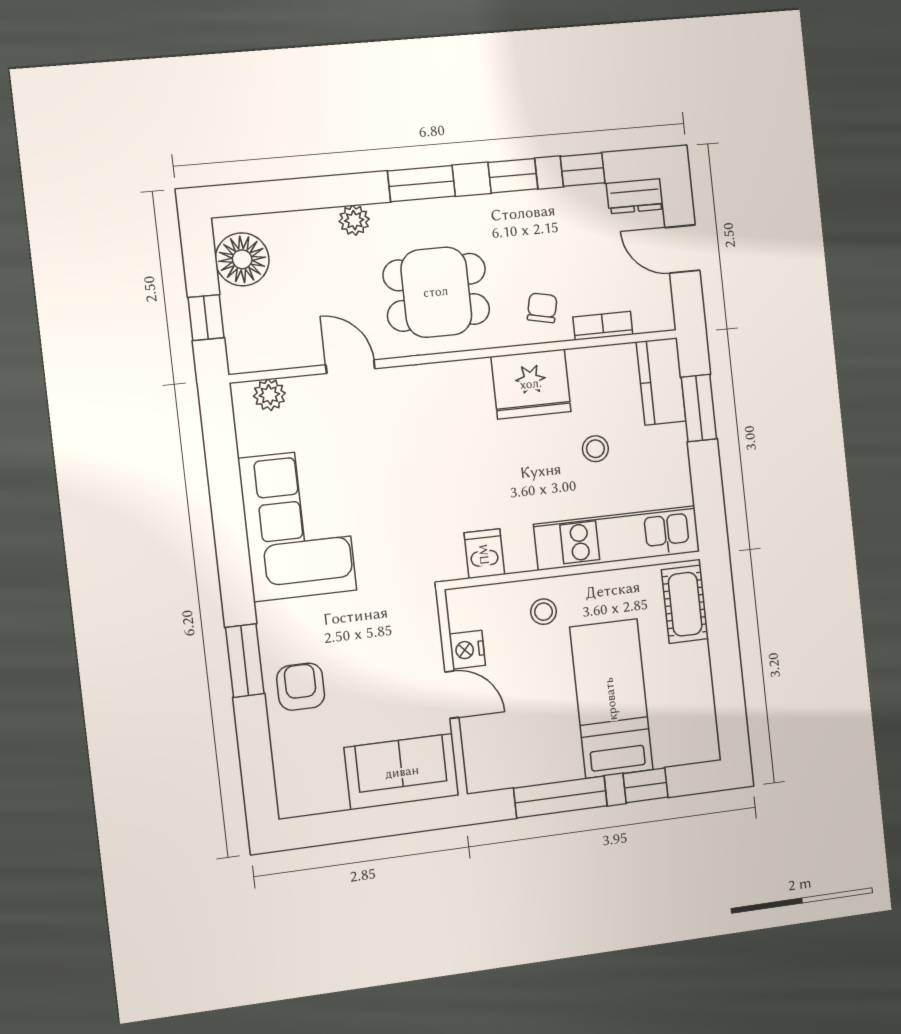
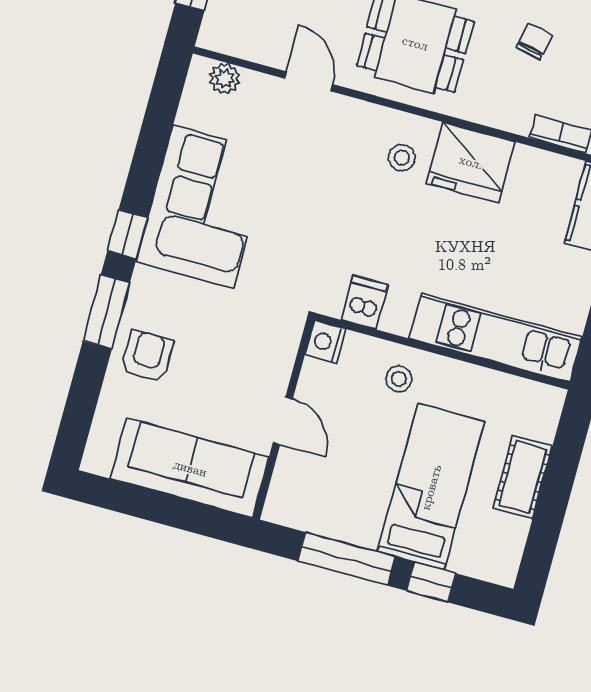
chair: (542, 308) -> (534, 42), moved
stool: (595, 449) -> (402, 158), moved
window: (236, 579) -> (128, 234), added
cot: (685, 604) -> (523, 477), moved
nightstand: (467, 650) -> (325, 342), moved
sofa: (402, 772) -> (190, 468), width x1.36

